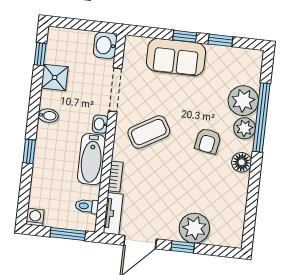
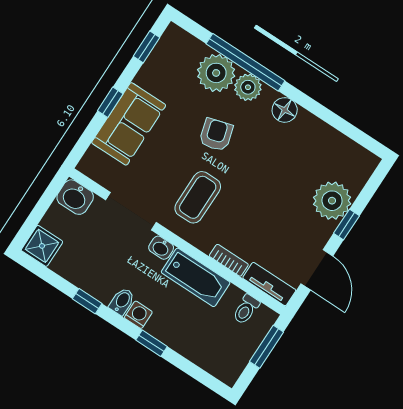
window: (220, 40) -> (146, 47), moved
window: (40, 54) -> (87, 301), moved
shower: (55, 77) -> (42, 246), moved
coffee table: (149, 132) -> (198, 197), turned 30
armchair: (208, 141) -> (216, 135), moved, turned -116
washing machine: (35, 217) -> (138, 315), moved, turned 90

